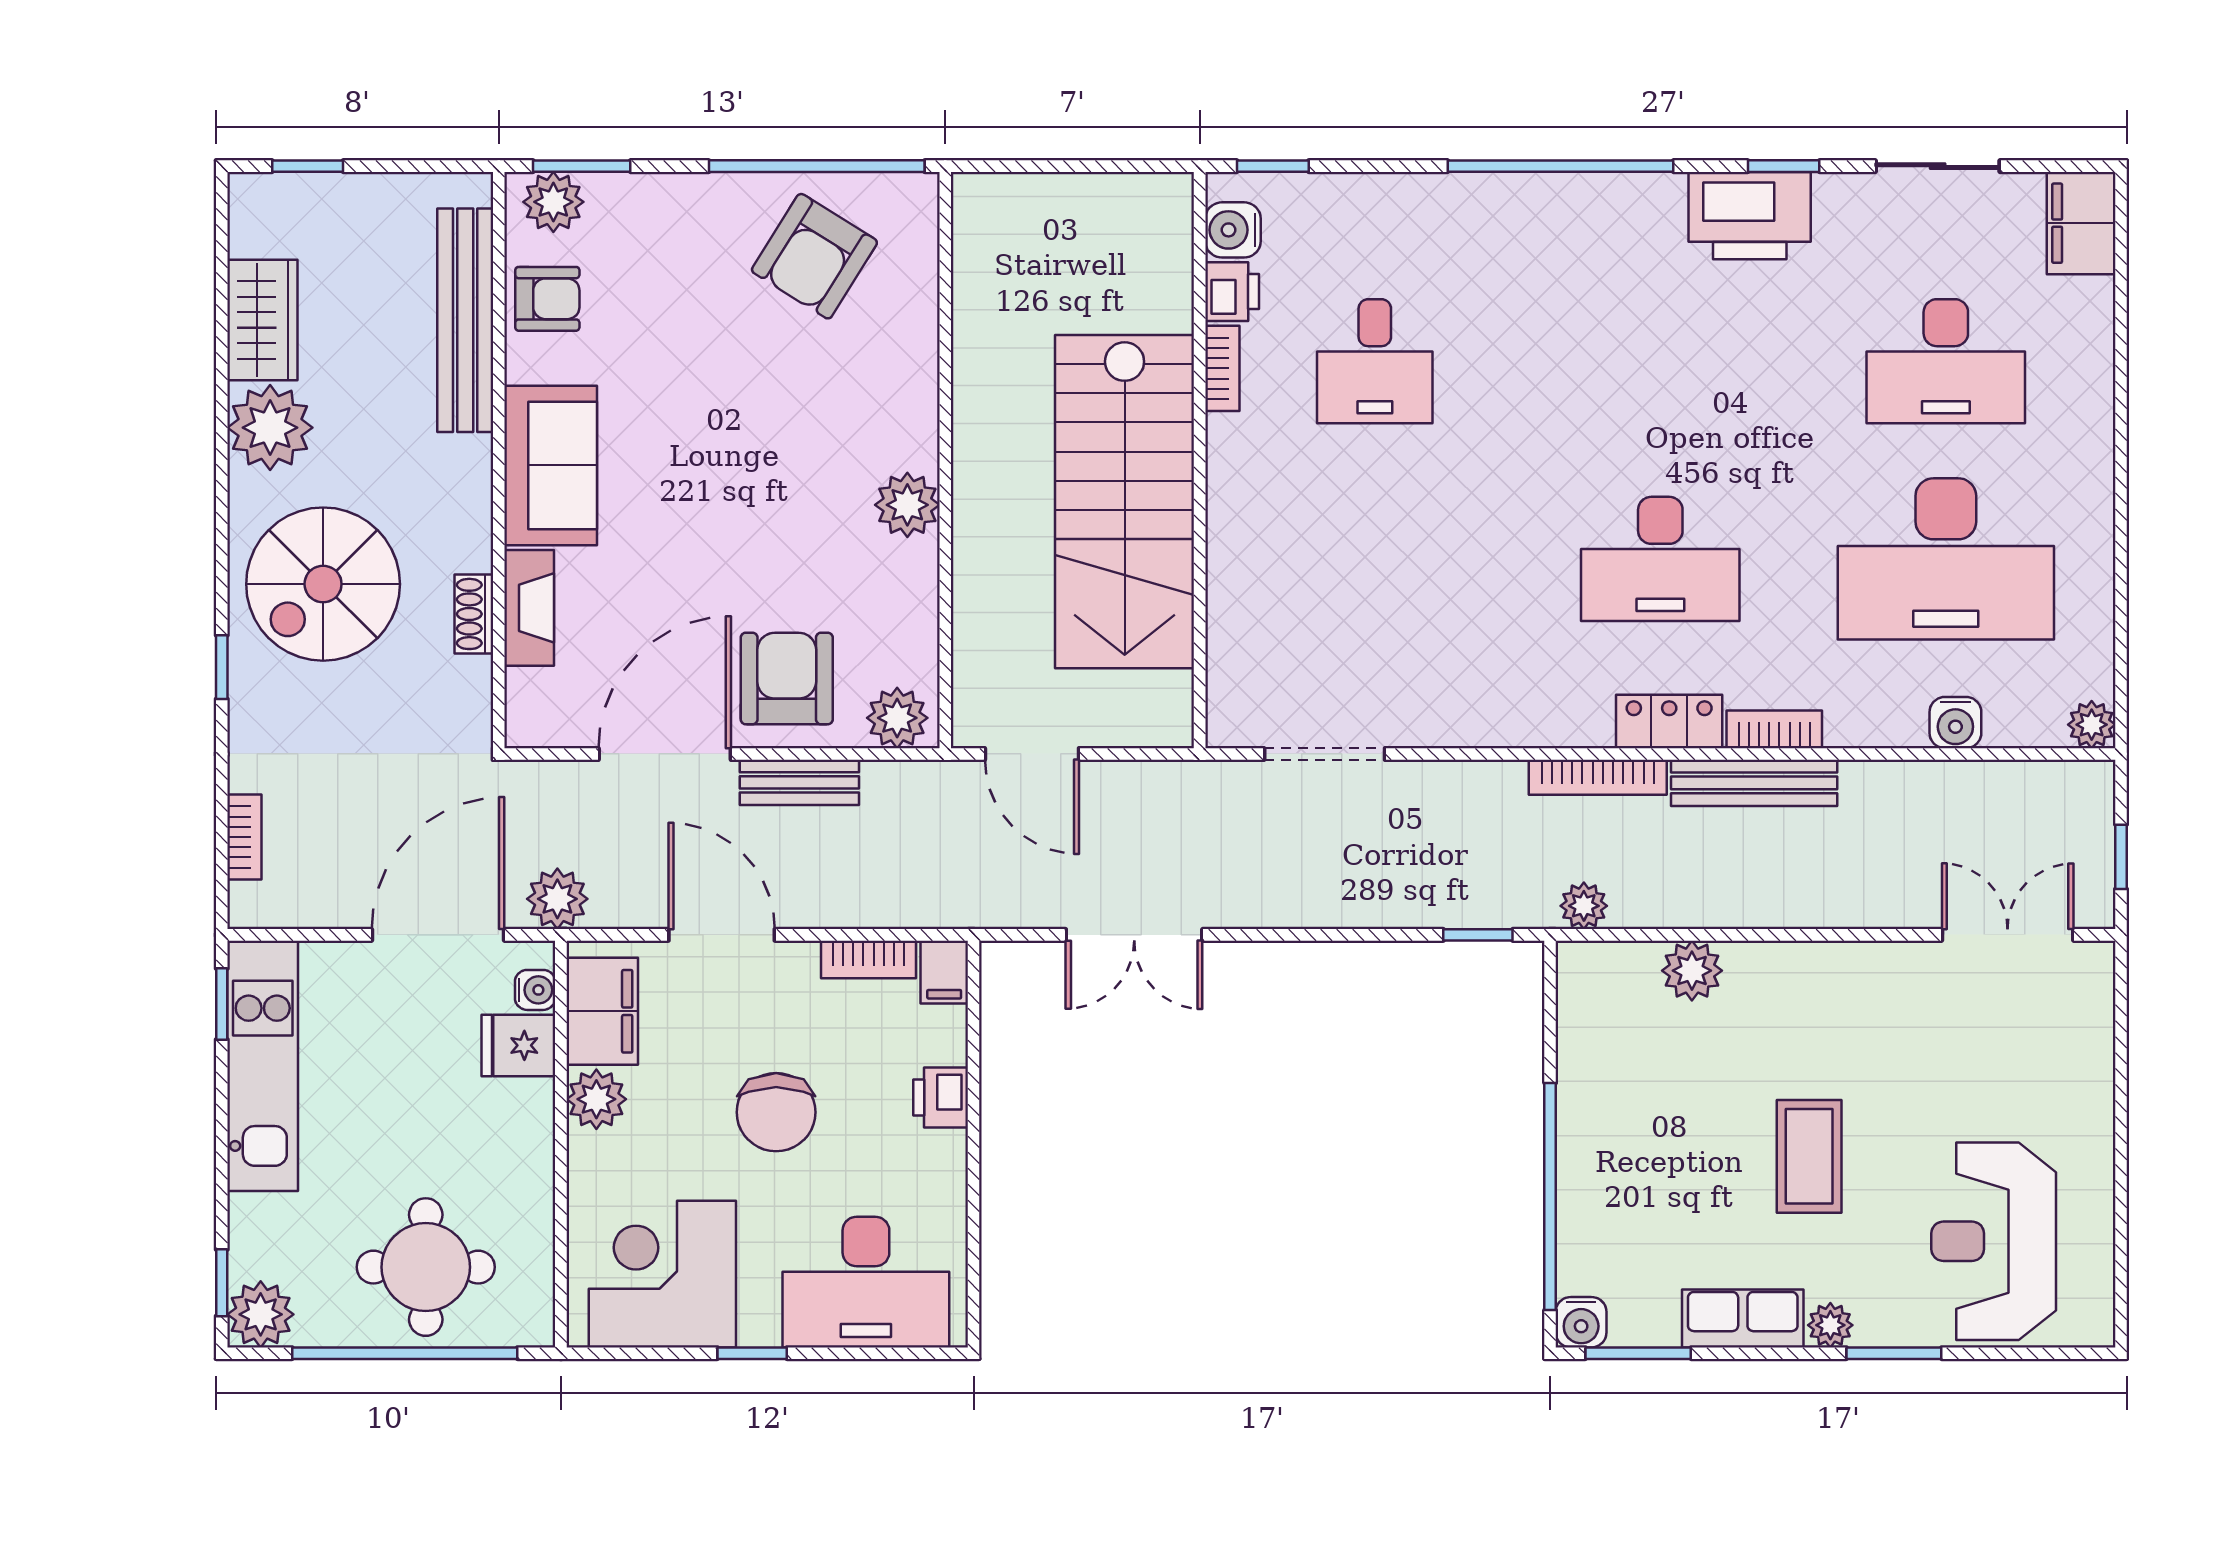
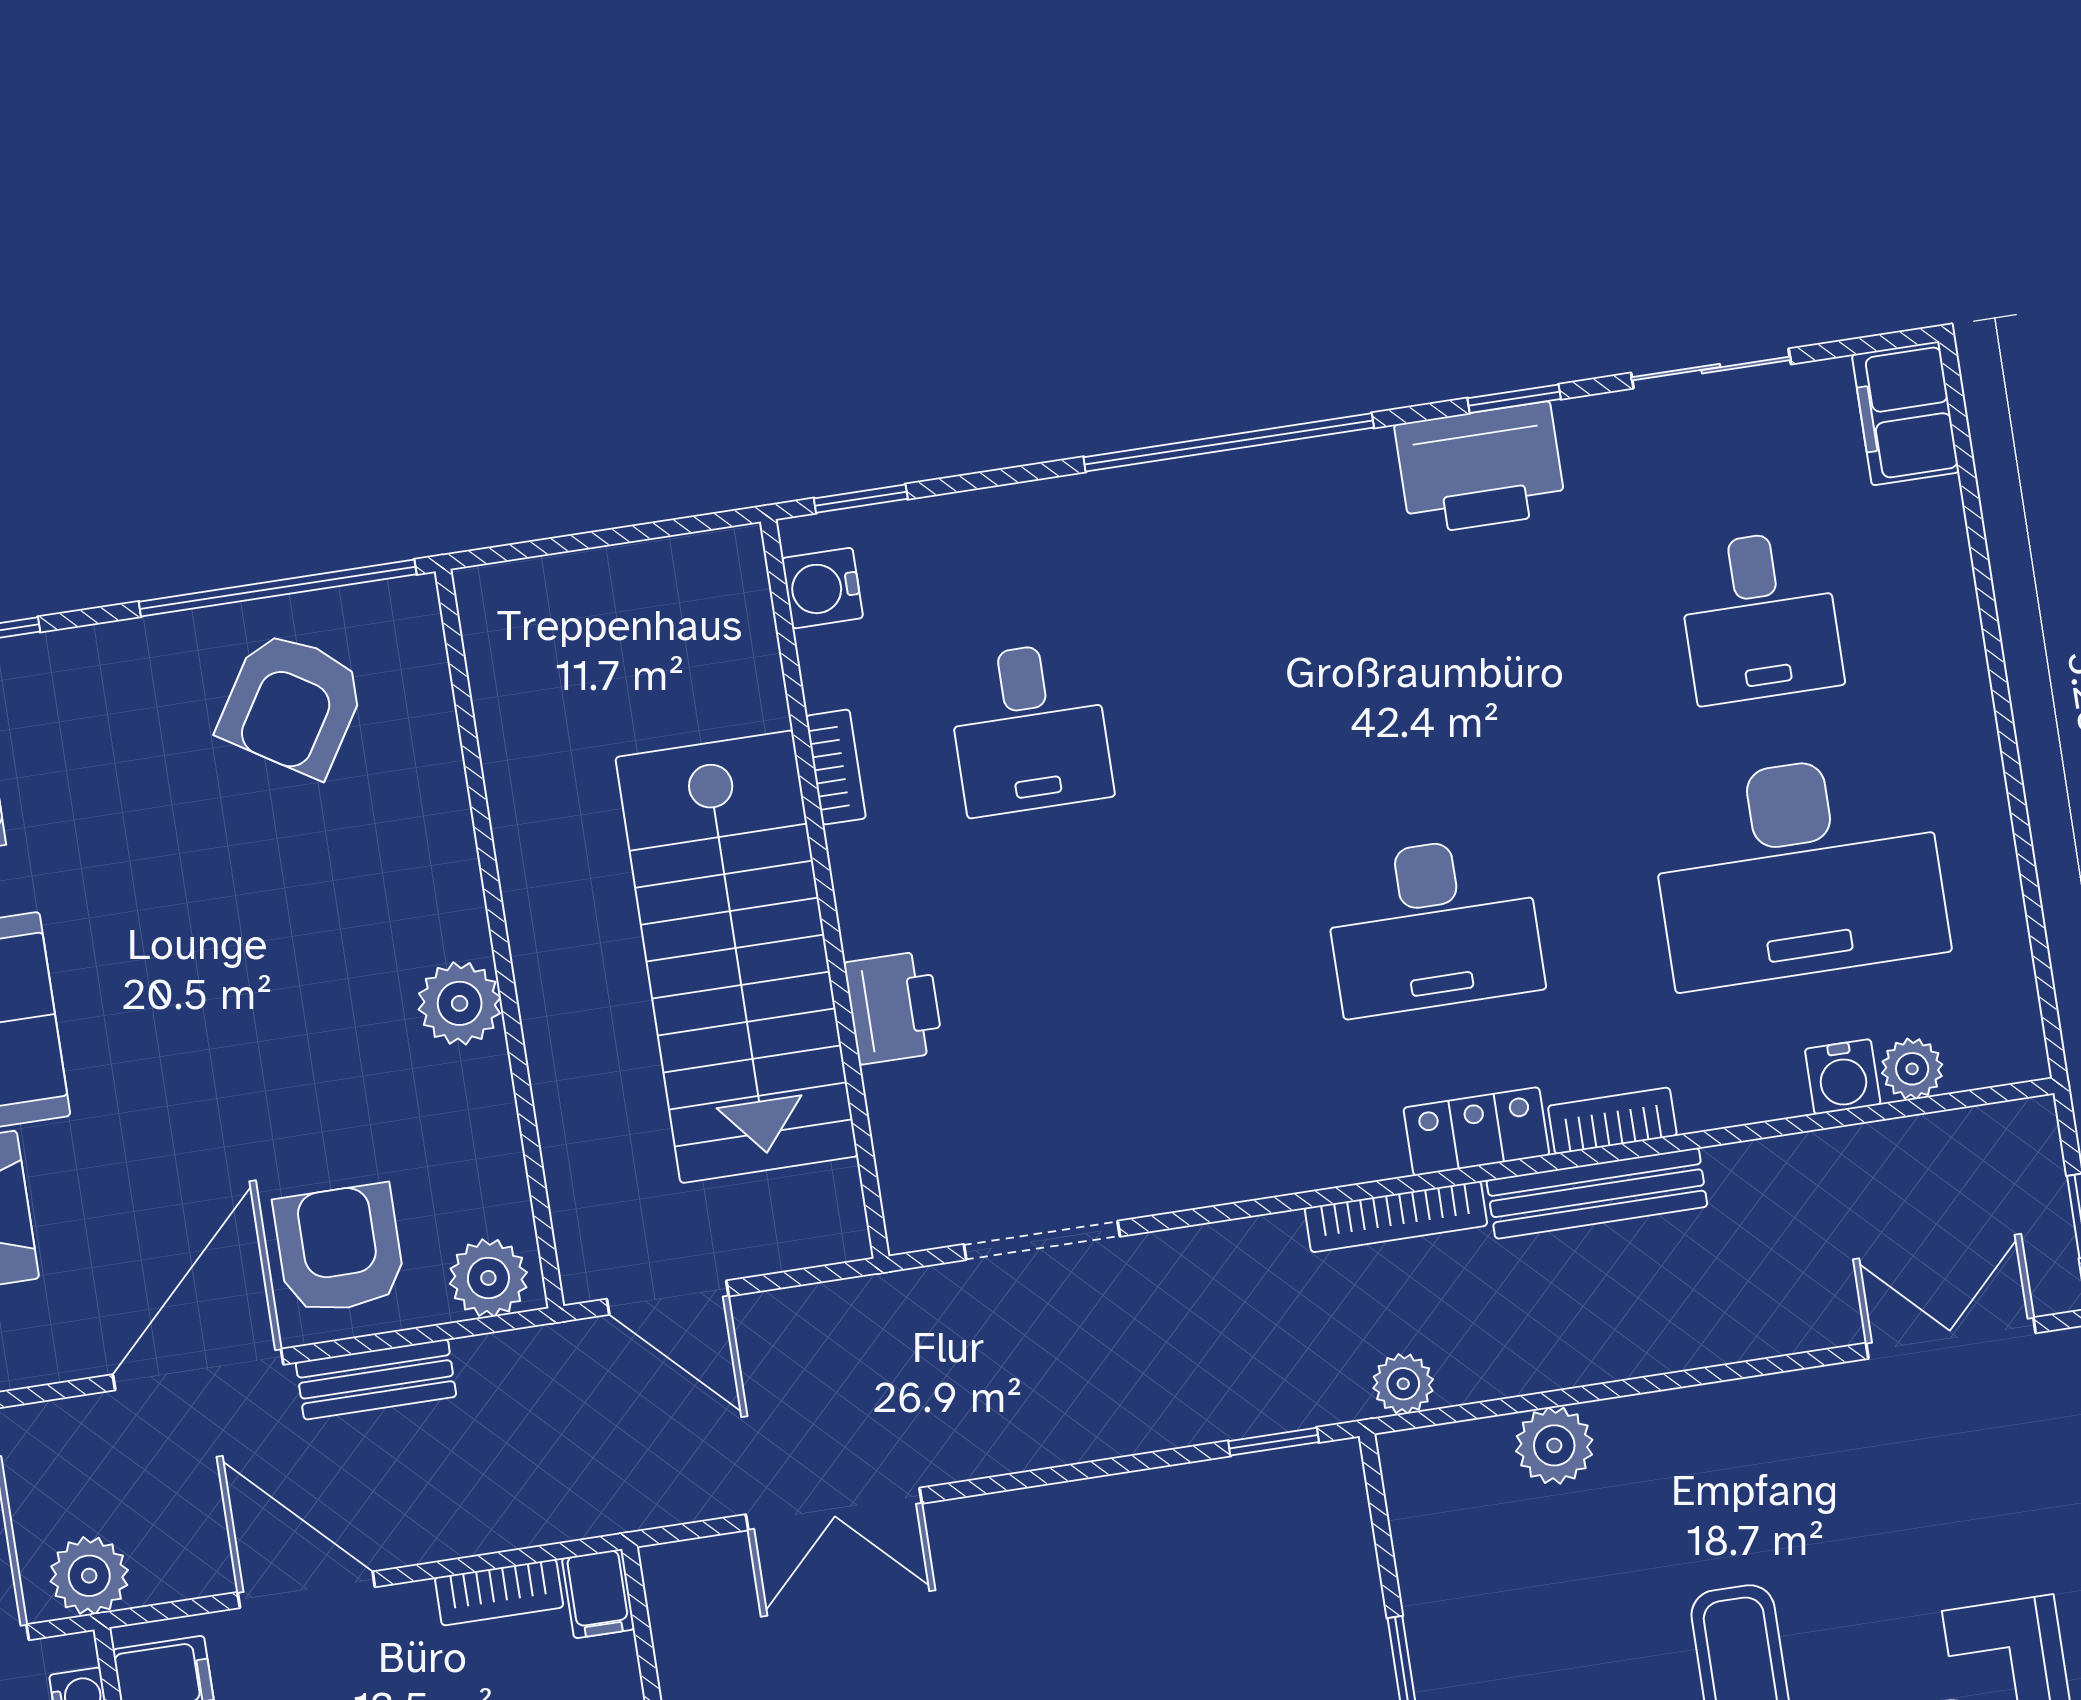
printer: (1232, 292) -> (894, 1007), moved, width x1.36, depth x1.24
desk: (1946, 361) -> (1760, 617), width x0.73
plant: (2092, 725) -> (1912, 1069), moved

